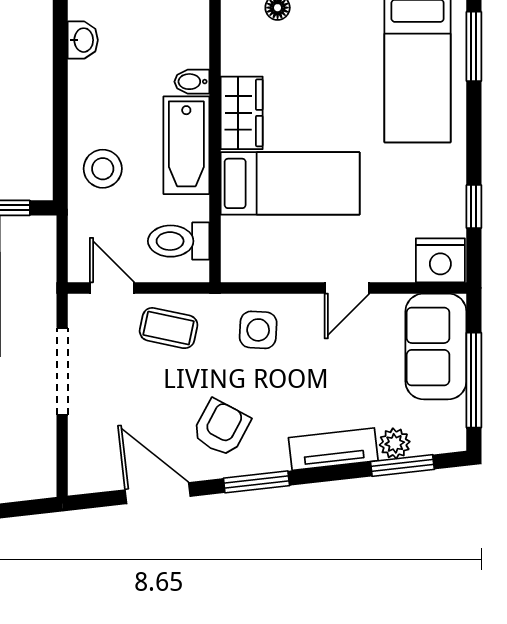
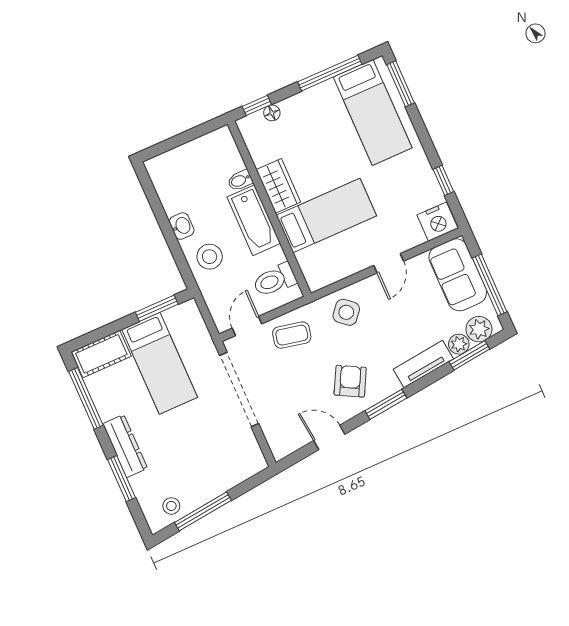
washbasin: (83, 40) -> (182, 226), moved
door: (112, 288) -> (247, 326), hinge flipped
side table: (258, 330) -> (346, 312), turned 37
doorway: (62, 371) -> (239, 389), width x1.36
plant: (432, 435) -> (479, 329), added
door: (158, 493) -> (329, 437), width x0.73

